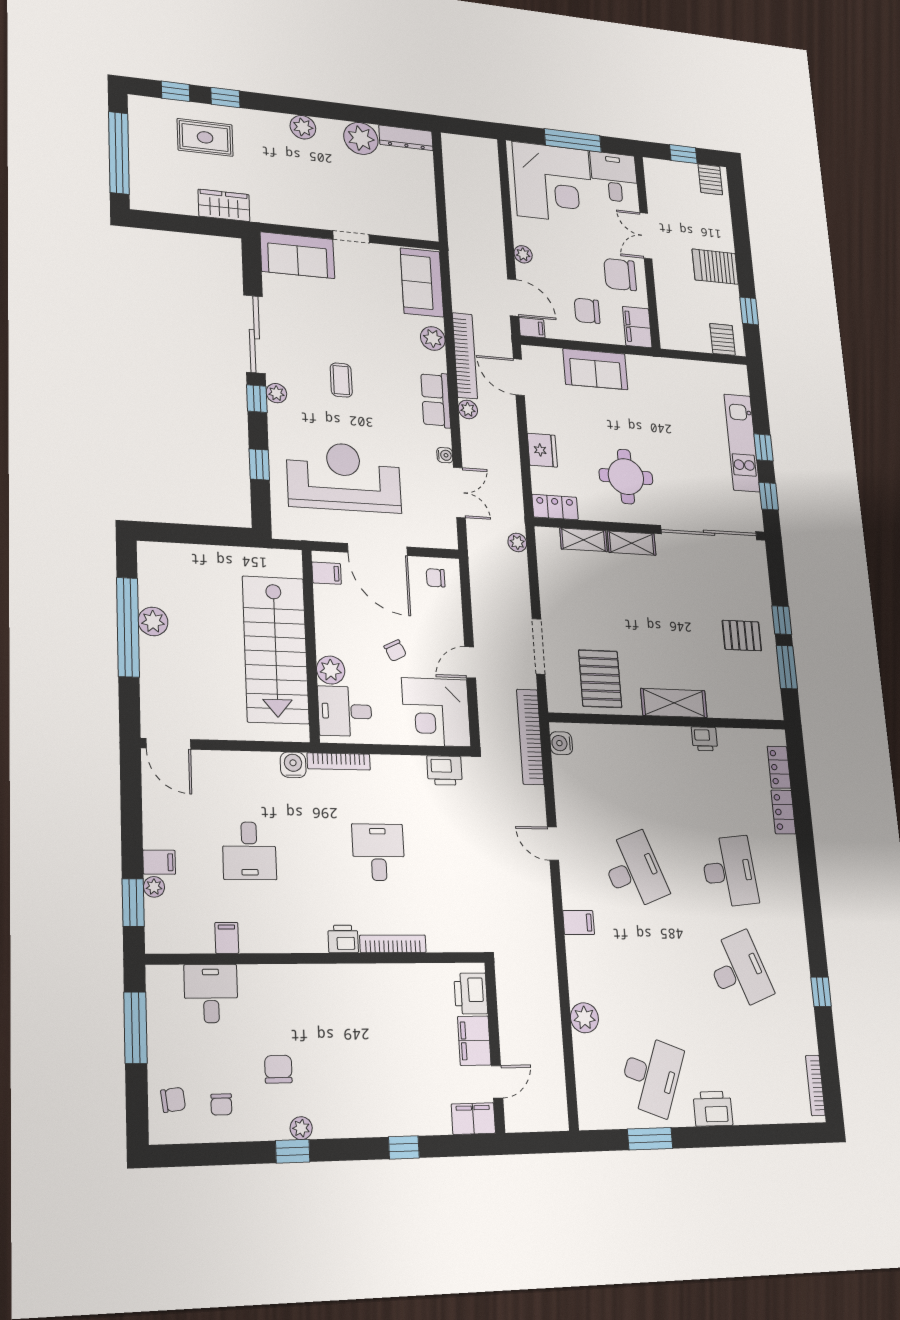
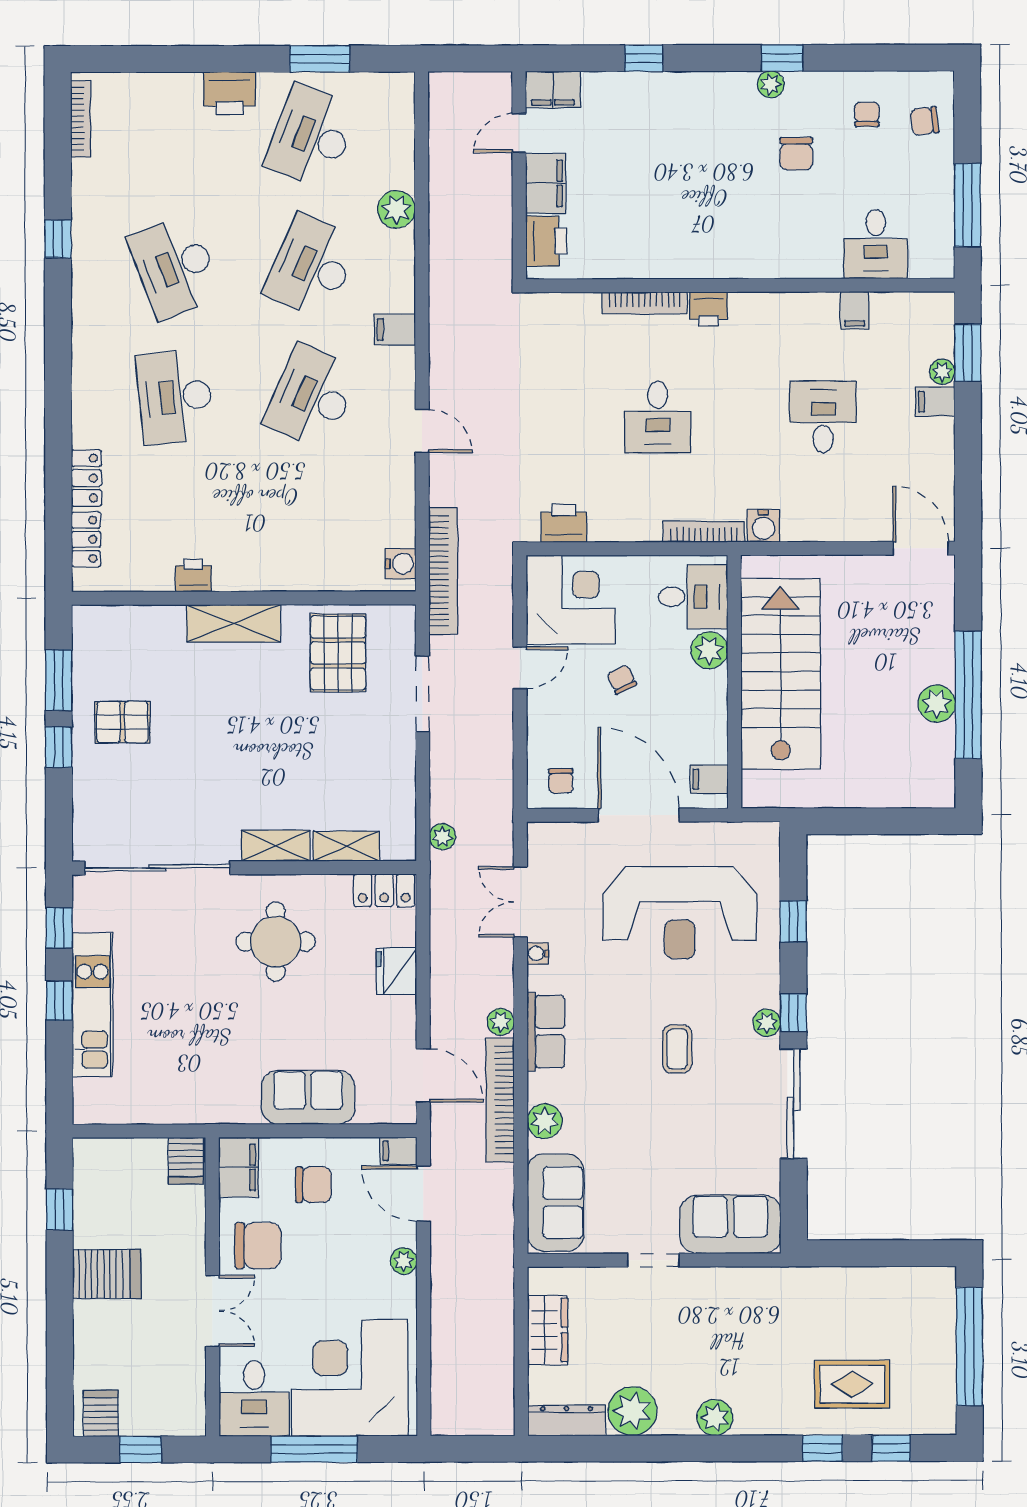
wardrobe: (224, 205) -> (548, 1330), moved, turned -90
server rack: (723, 339) -> (186, 1161), moved
chair: (436, 578) -> (561, 781), turned 90
desk: (634, 871) -> (312, 397), turned 45
desk: (642, 972) -> (312, 267), added

